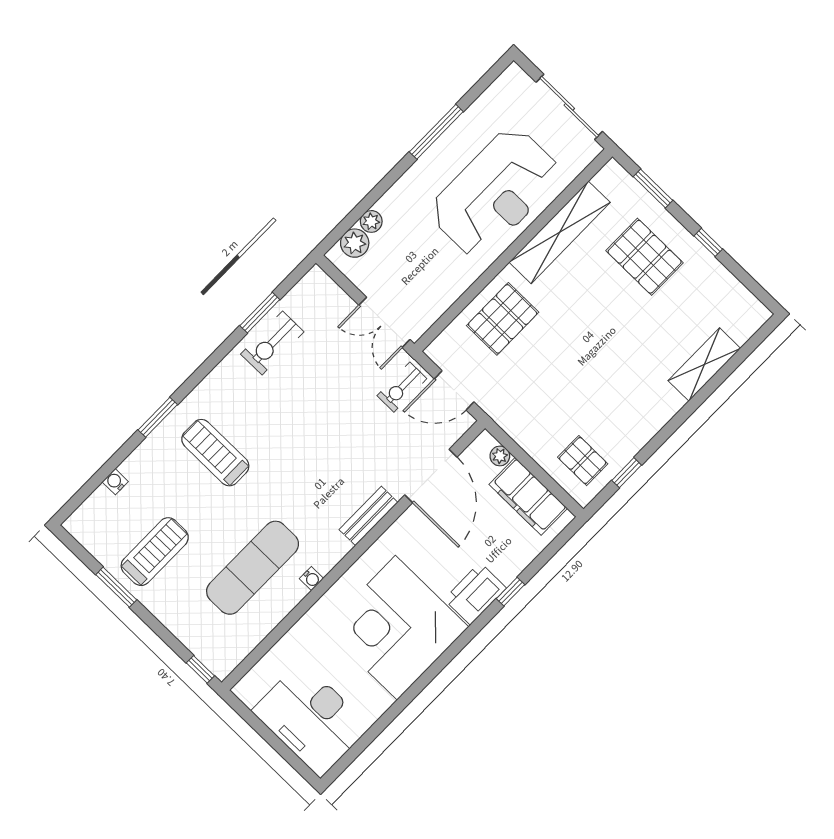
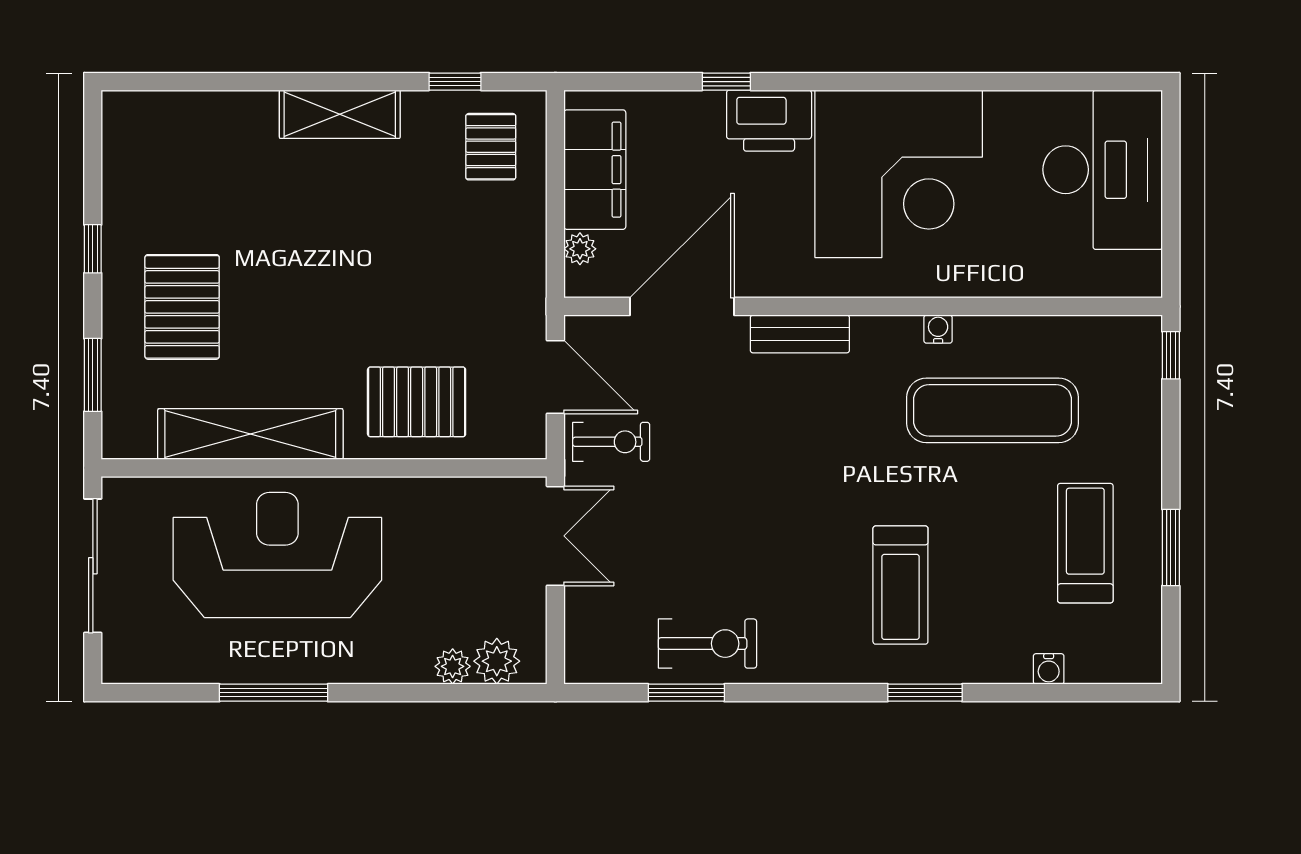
shelving: (704, 364) -> (340, 114), moved
treadmill: (155, 552) -> (1085, 543), turned 90

